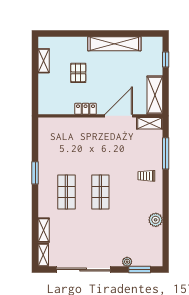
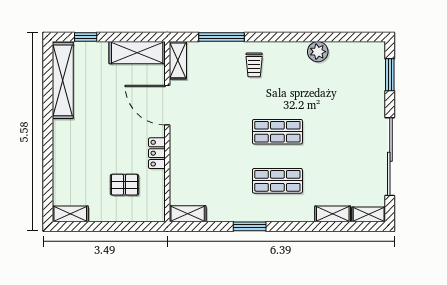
shelving: (114, 44) -> (63, 80), moved
shelving: (44, 61) -> (70, 214), moved
pallet: (78, 73) -> (124, 185), moved
shelving: (44, 130) -> (188, 214), added
plant: (127, 262) -> (378, 93), removed

